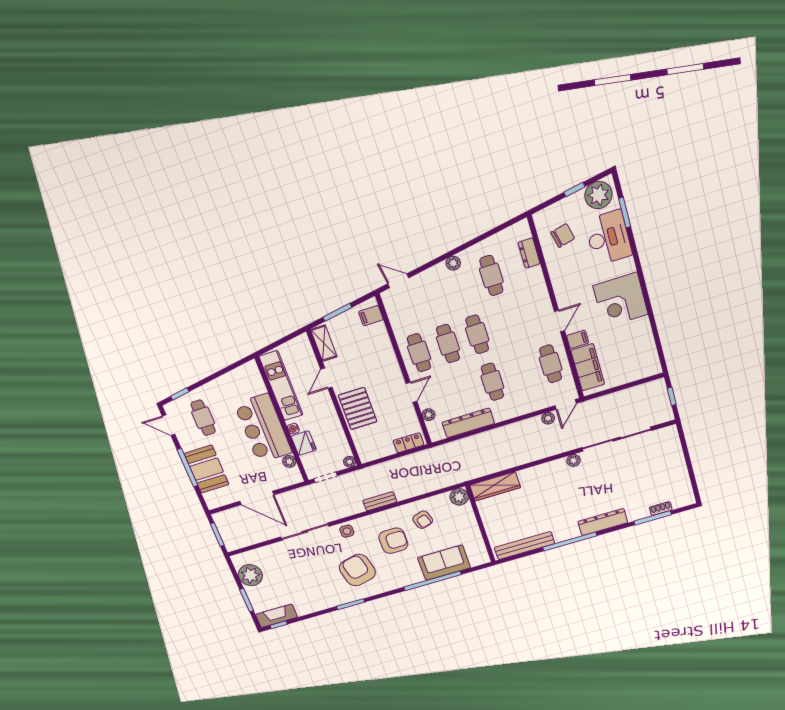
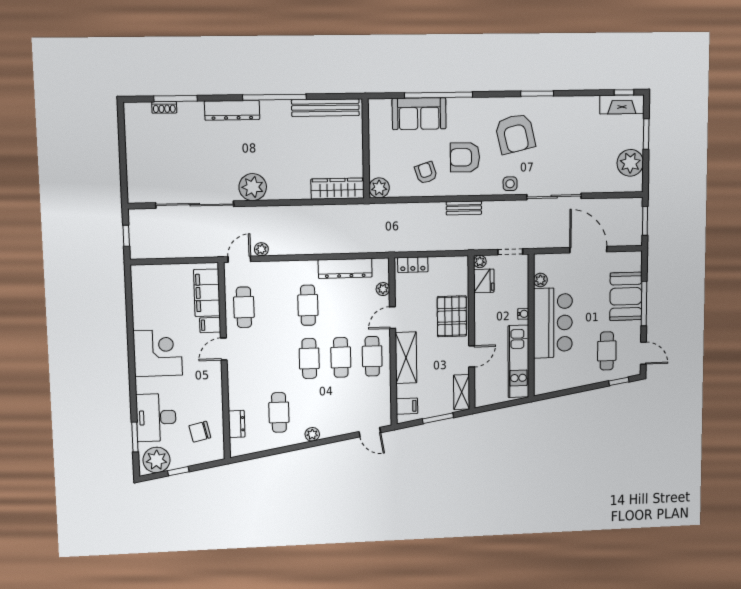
shelving: (387, 360) -> (406, 358), added
fridge: (304, 443) -> (484, 281), moved, turned 180
plant: (573, 460) -> (253, 187), width x1.88, depth x1.88

